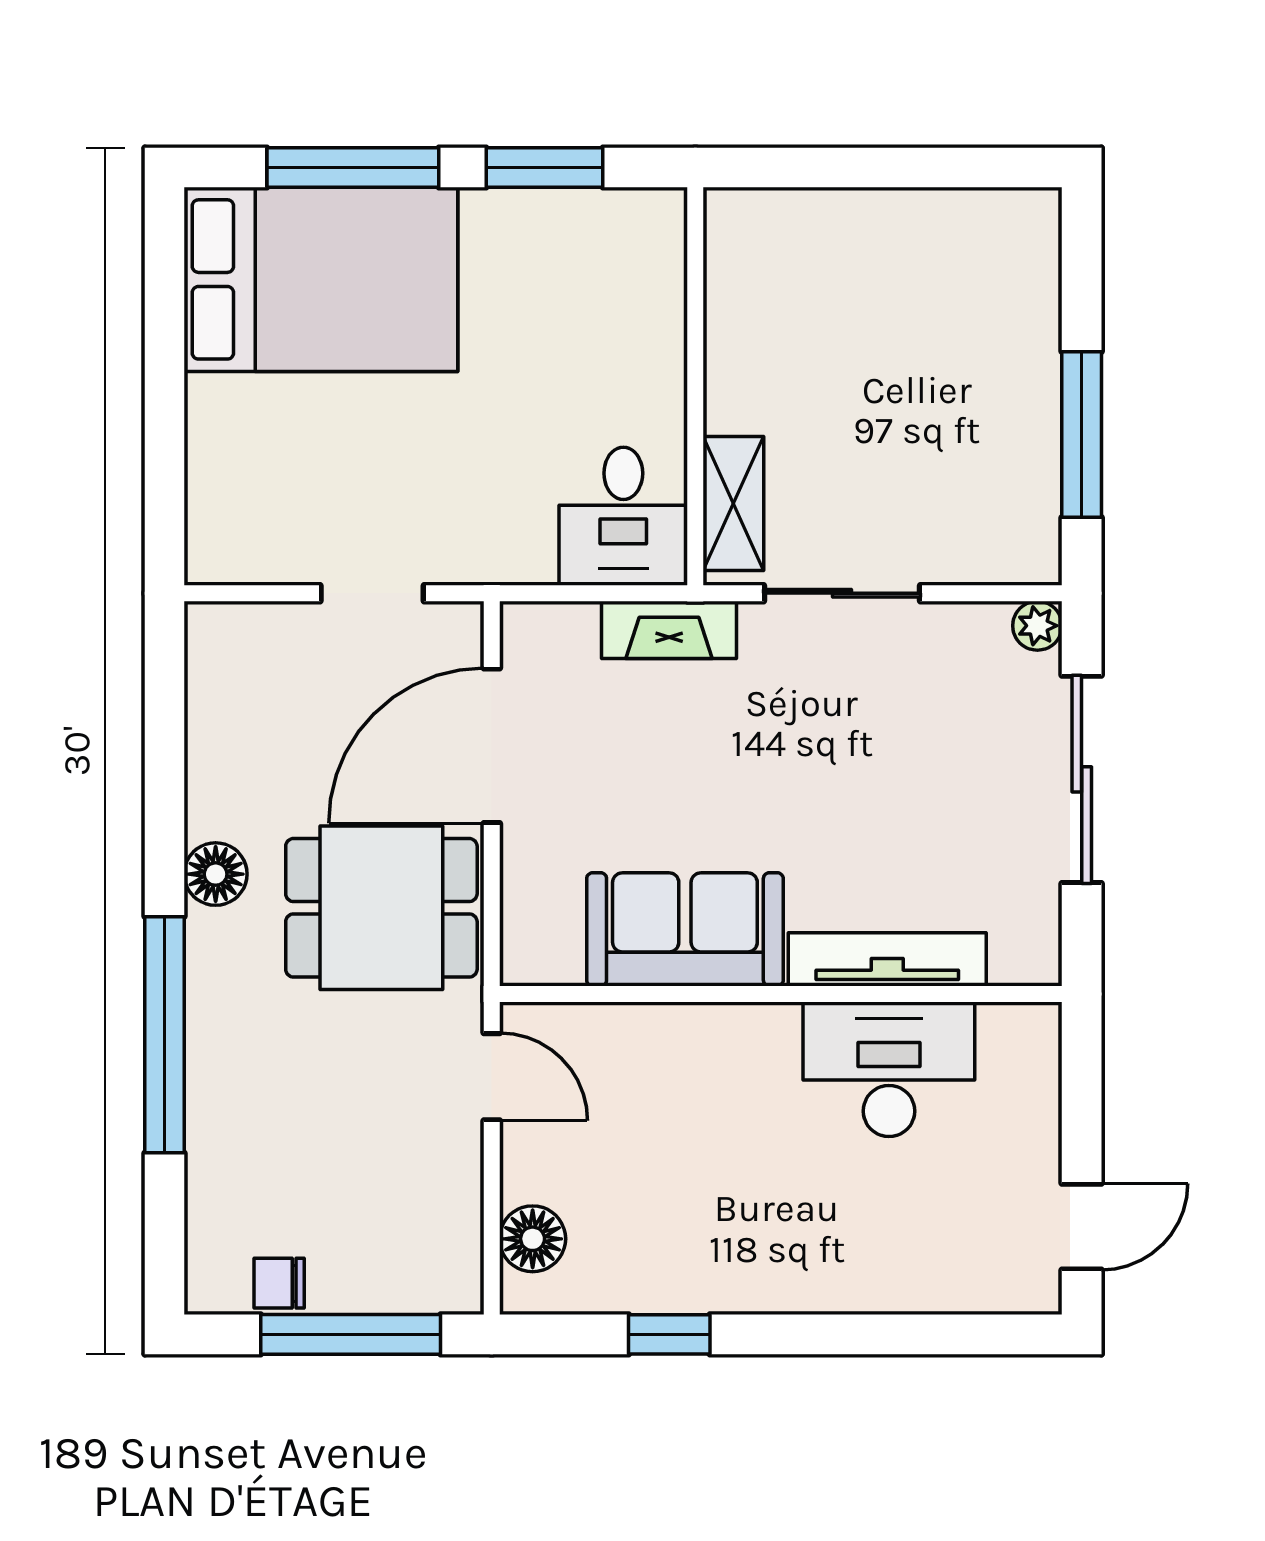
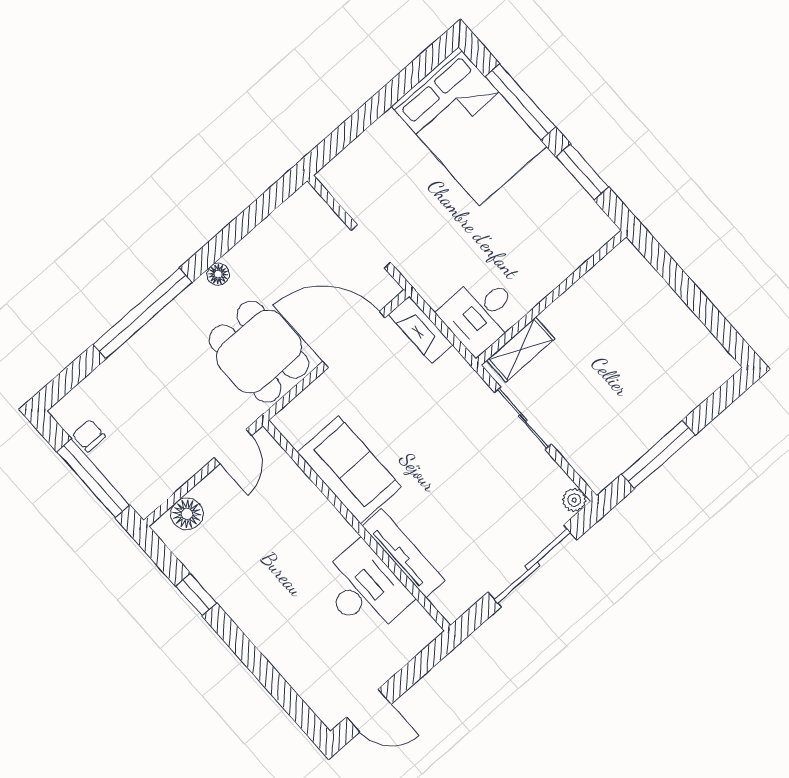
fireplace: (669, 630) -> (421, 330), moved
floor lamp: (216, 874) -> (218, 274), width x0.73, depth x0.73

